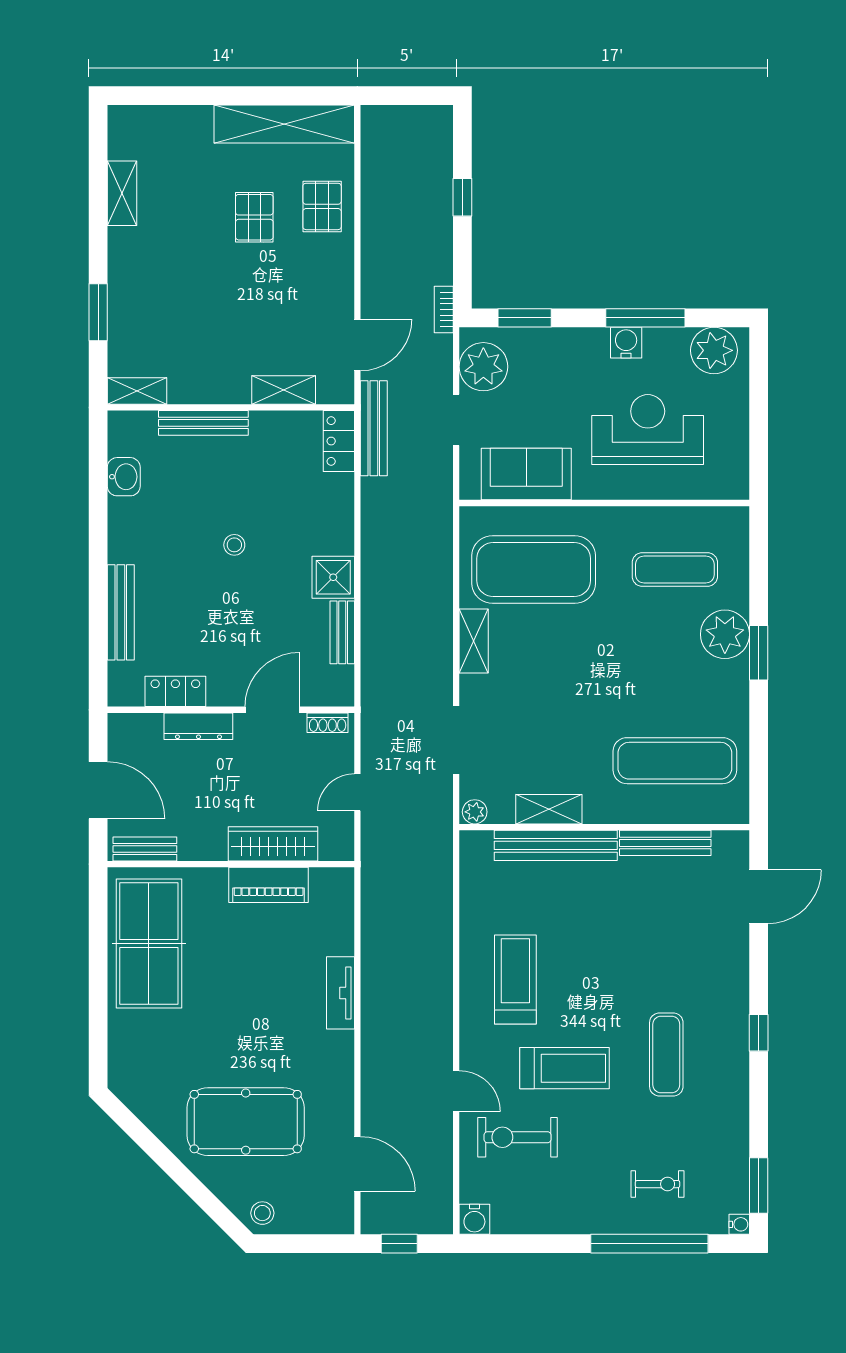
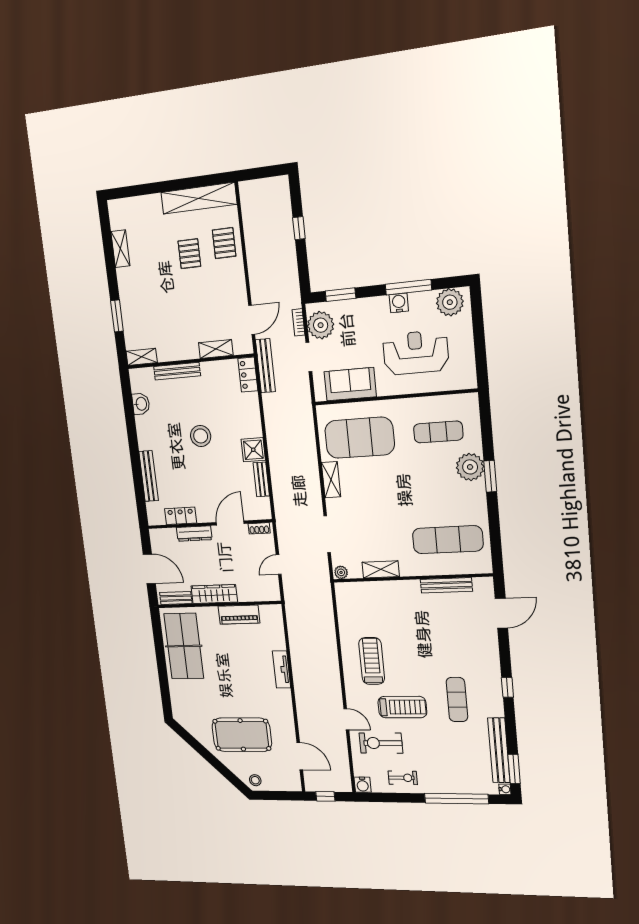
bookcase: (444, 310) -> (299, 322), moved
stool: (234, 545) -> (201, 436), width x1.89, depth x1.89
wardrobe: (273, 844) -> (214, 594), moved
bench: (556, 845) -> (499, 750), moved, turned 90
exercise bike: (658, 1184) -> (403, 778), moved

